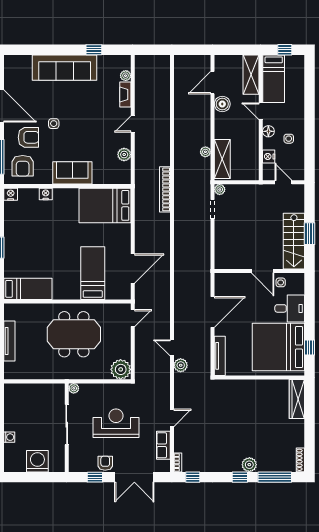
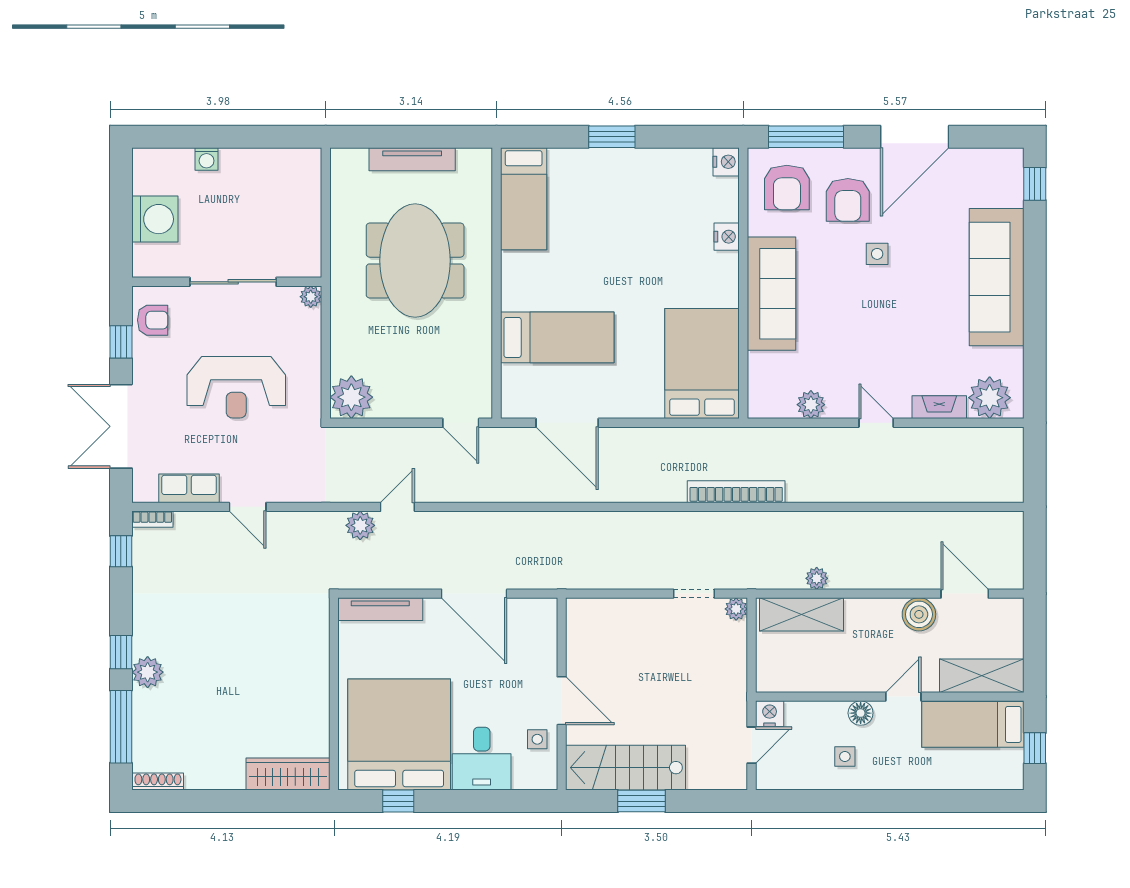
window: (94, 50) -> (1035, 184), moved
plant: (126, 76) -> (990, 398), width x1.87, depth x1.87
nightstand: (269, 156) -> (770, 714), moved
armchair: (23, 166) -> (787, 187), turned -90
sofa: (72, 173) -> (772, 294), width x1.36
door: (263, 271) -> (562, 701), swing flipped
meeting table: (74, 334) -> (415, 261), moved
reception desk: (116, 423) -> (236, 387), turned 90
armchair: (105, 463) -> (153, 320), moved

